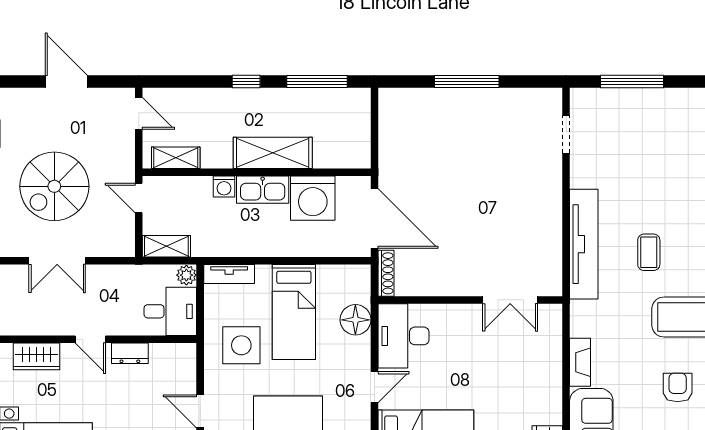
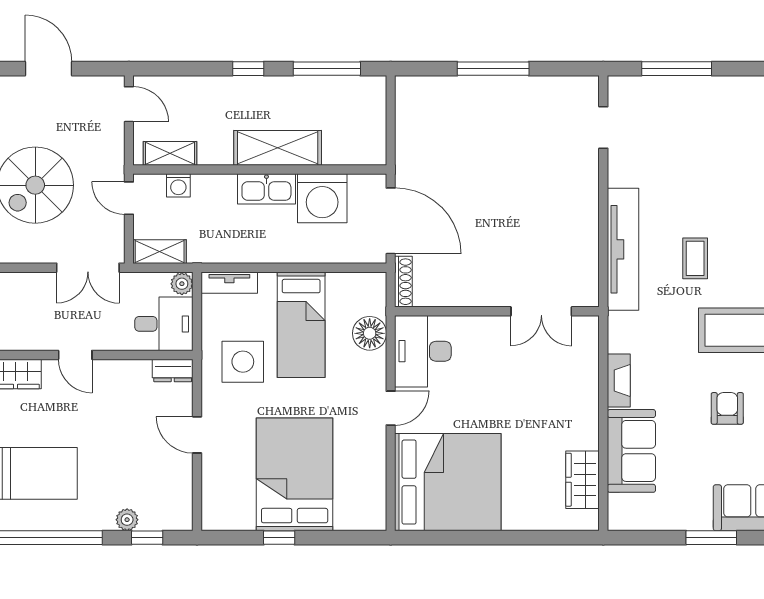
washing machine: (224, 187) -> (178, 185), moved
double door: (57, 261) -> (88, 268), moved
dresser: (130, 353) -> (173, 370), moved

